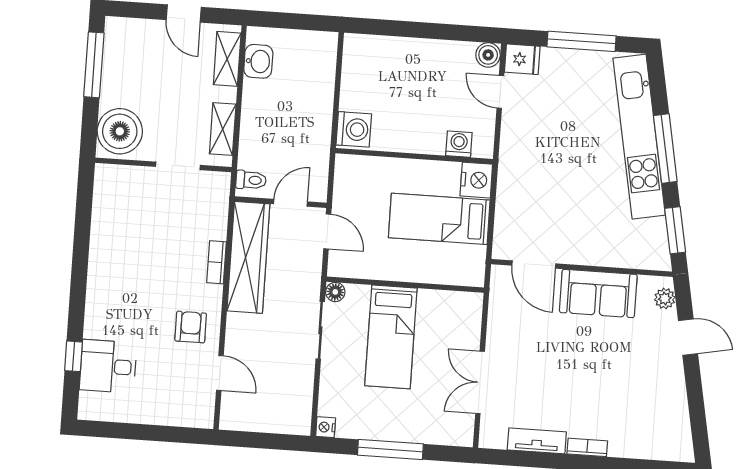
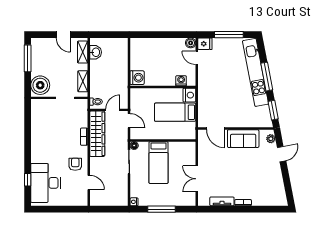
door: (688, 337) -> (282, 154), hinge flipped
desk: (108, 366) -> (46, 183), width x1.87, depth x1.30

